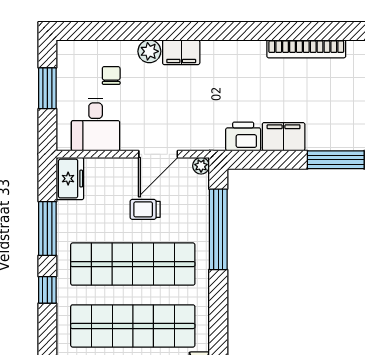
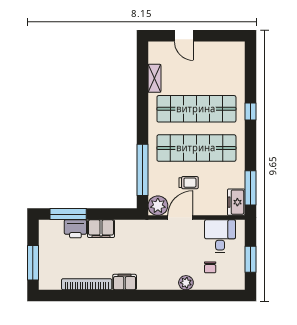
filing cabinet: (181, 52) -> (125, 282), moved
printer: (243, 136) -> (75, 229), moved
plant: (201, 166) -> (158, 206), width x1.88, depth x1.88
window: (47, 229) -> (251, 188), moved
window: (47, 290) -> (251, 112), moved

